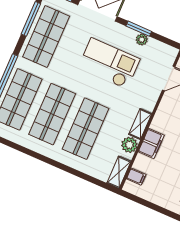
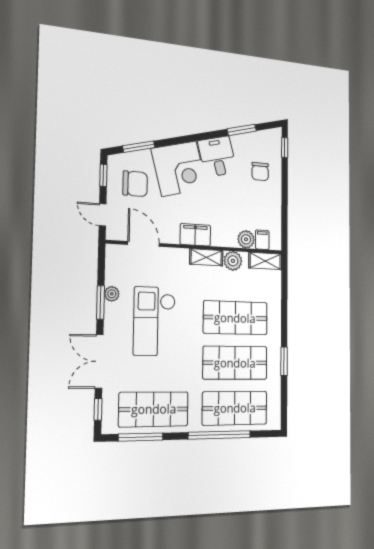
filing cabinet: (151, 144) -> (195, 235), moved
window: (36, 155) -> (284, 361), added
plant: (142, 163) -> (246, 239), added

